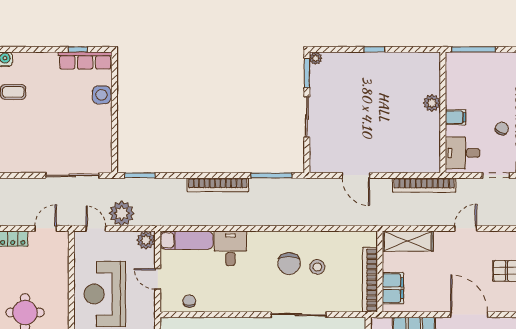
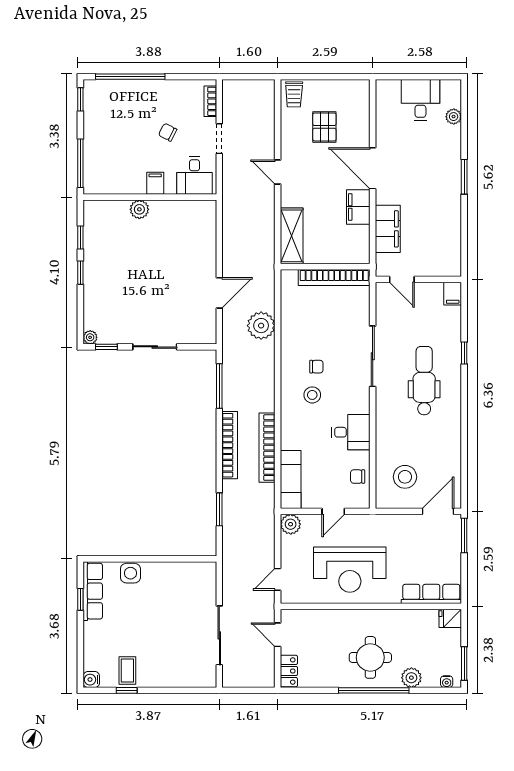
window: (406, 49) -> (80, 238), added
window: (307, 73) -> (106, 347), width x0.67
sliding door: (72, 175) -> (219, 635), moved
window: (140, 175) -> (219, 509), moved
bookcase: (424, 185) -> (267, 448), moved, turned 180
plant: (122, 213) -> (261, 326), moved
desk: (230, 248) -> (351, 432), moved, turned 180
chair: (289, 264) -> (316, 367), width x0.54, depth x0.54
stool: (317, 267) -> (312, 395), moved
filing cabinet: (393, 288) -> (358, 207), moved, turned -90
door: (469, 315) -> (373, 168), hinge flipped

